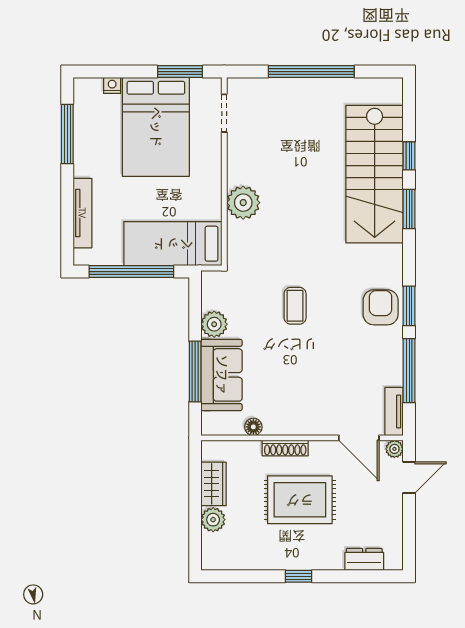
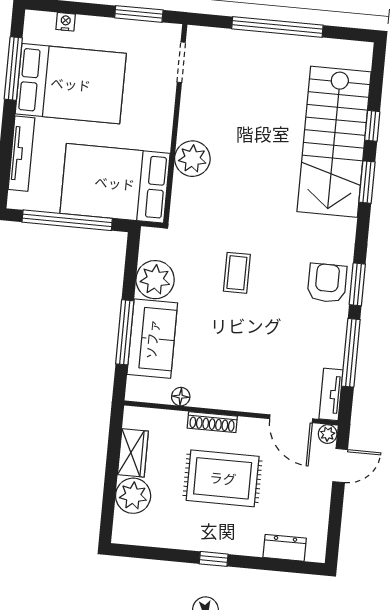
bed: (156, 127) -> (71, 84), moved, turned -90
bed: (173, 244) -> (115, 183), width x1.50
plant: (214, 324) -> (155, 280), width x1.36, depth x1.36
plant: (213, 520) -> (133, 496), width x1.36, depth x1.36

